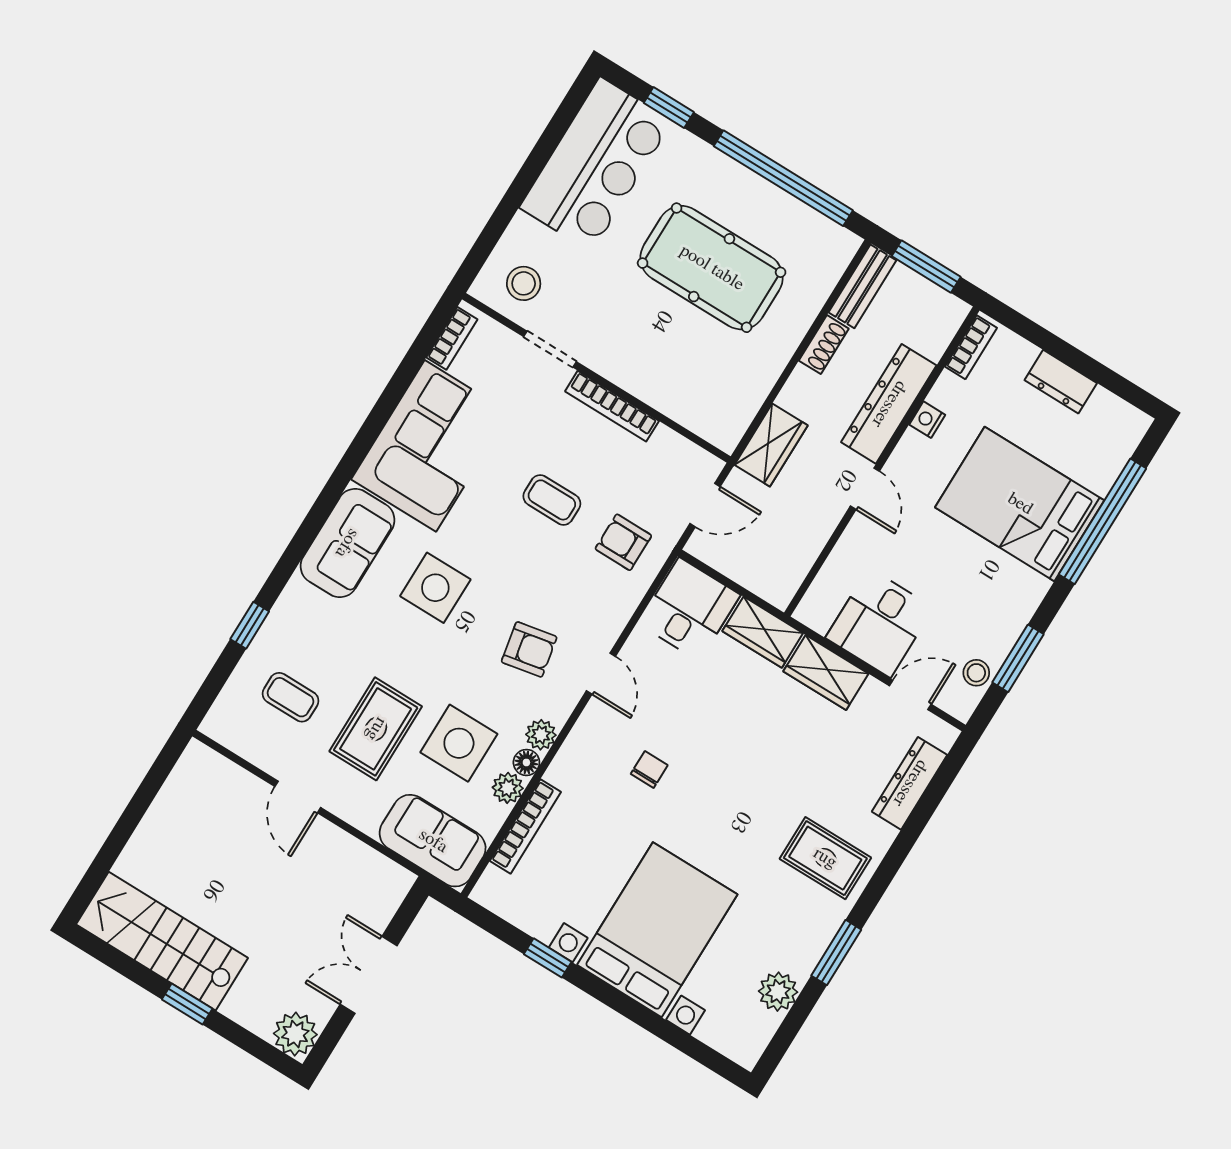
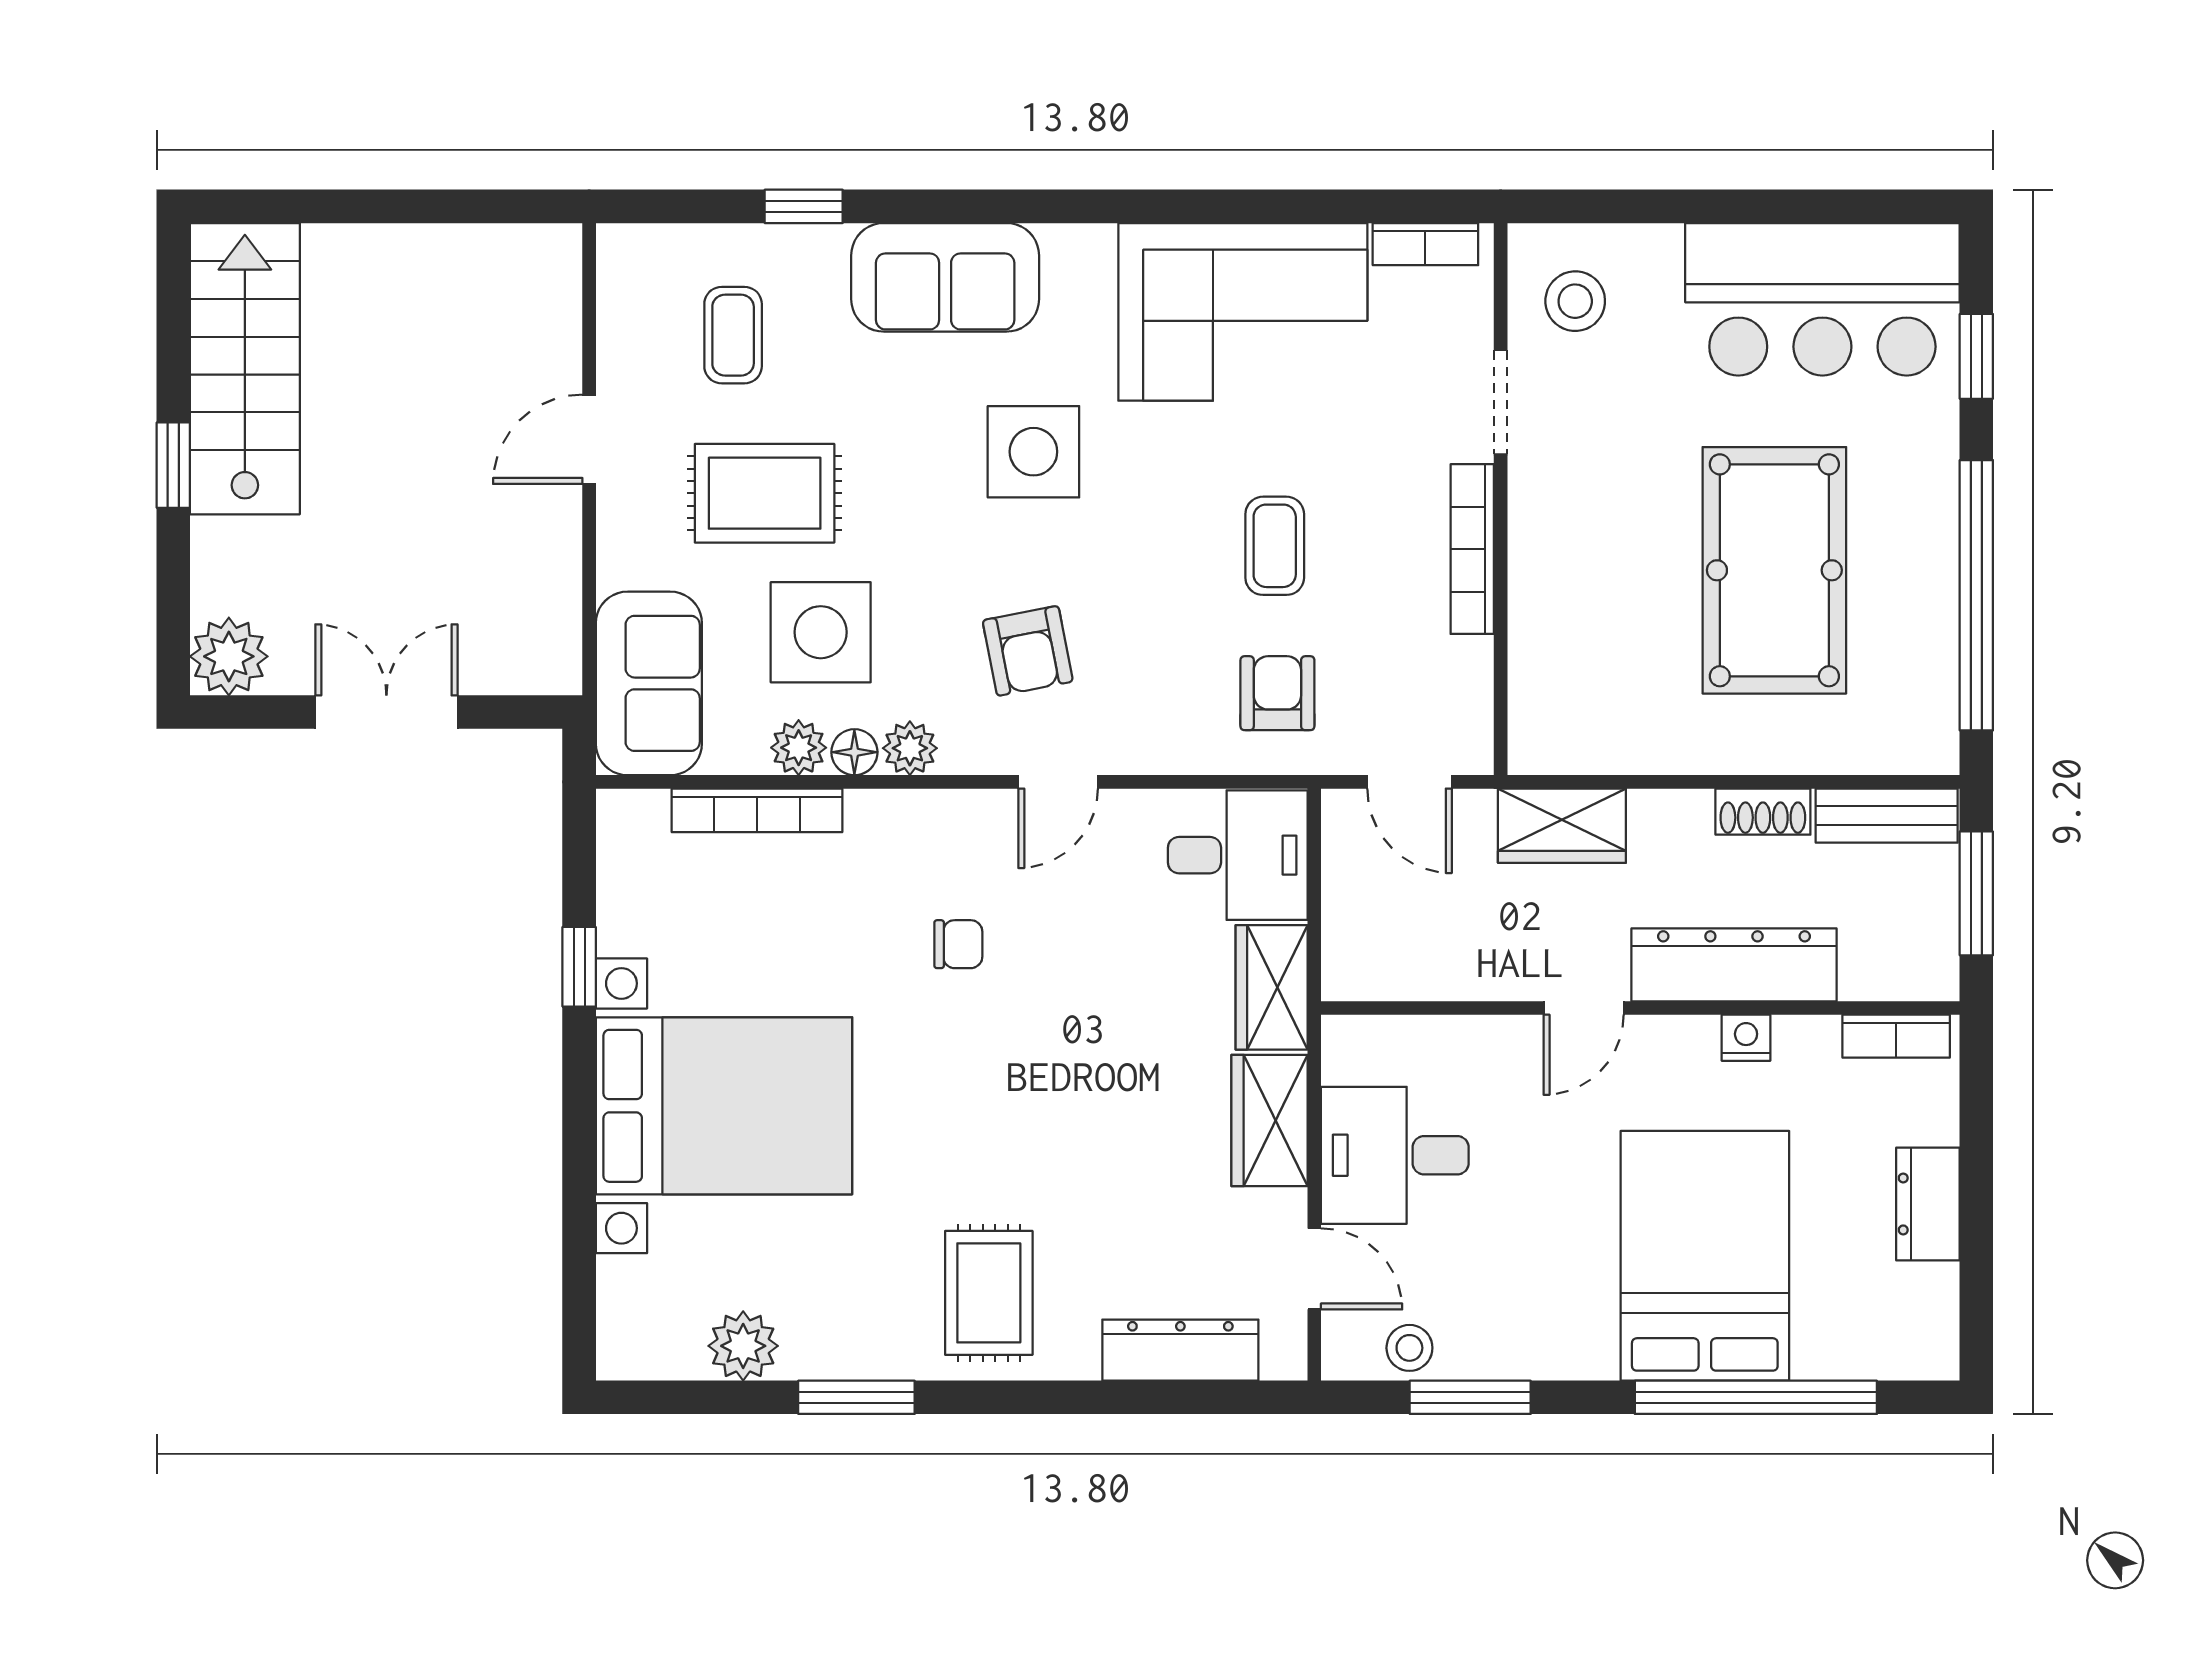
sofa: (347, 543) -> (945, 277), moved

